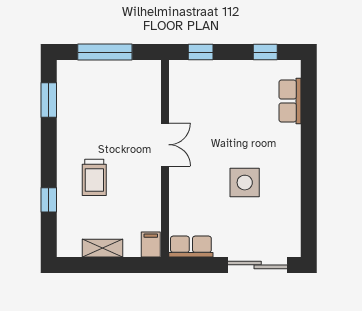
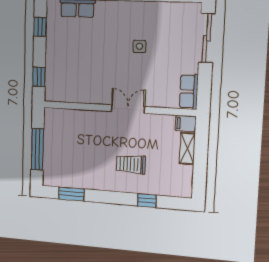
double door: (165, 145) -> (128, 109), moved
trolley: (94, 177) -> (131, 164), turned 180
side table: (245, 183) -> (139, 46), width x0.54, depth x0.54
shelving: (103, 248) -> (187, 148), moved

